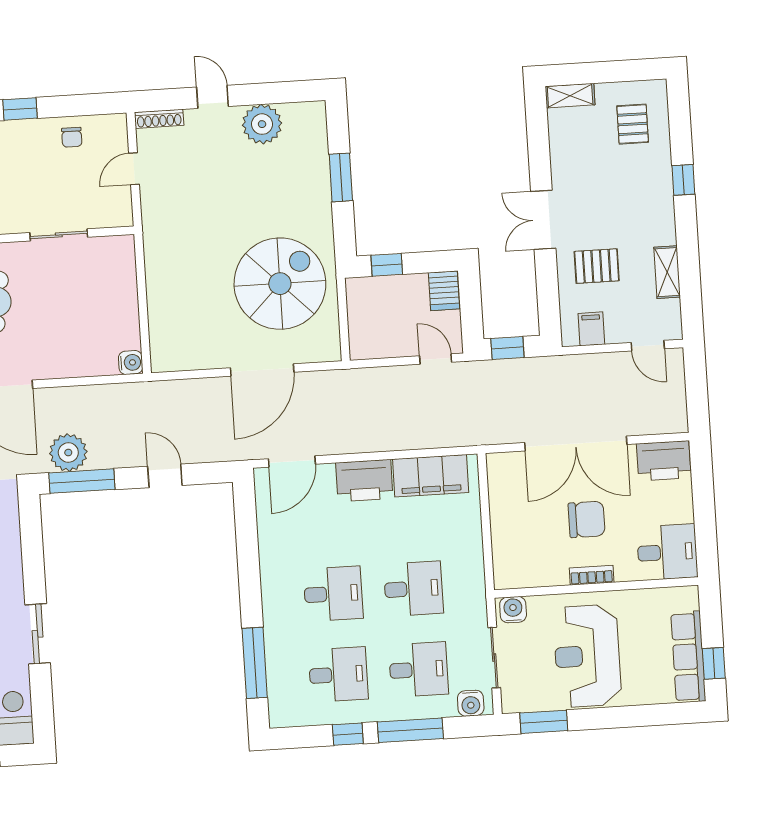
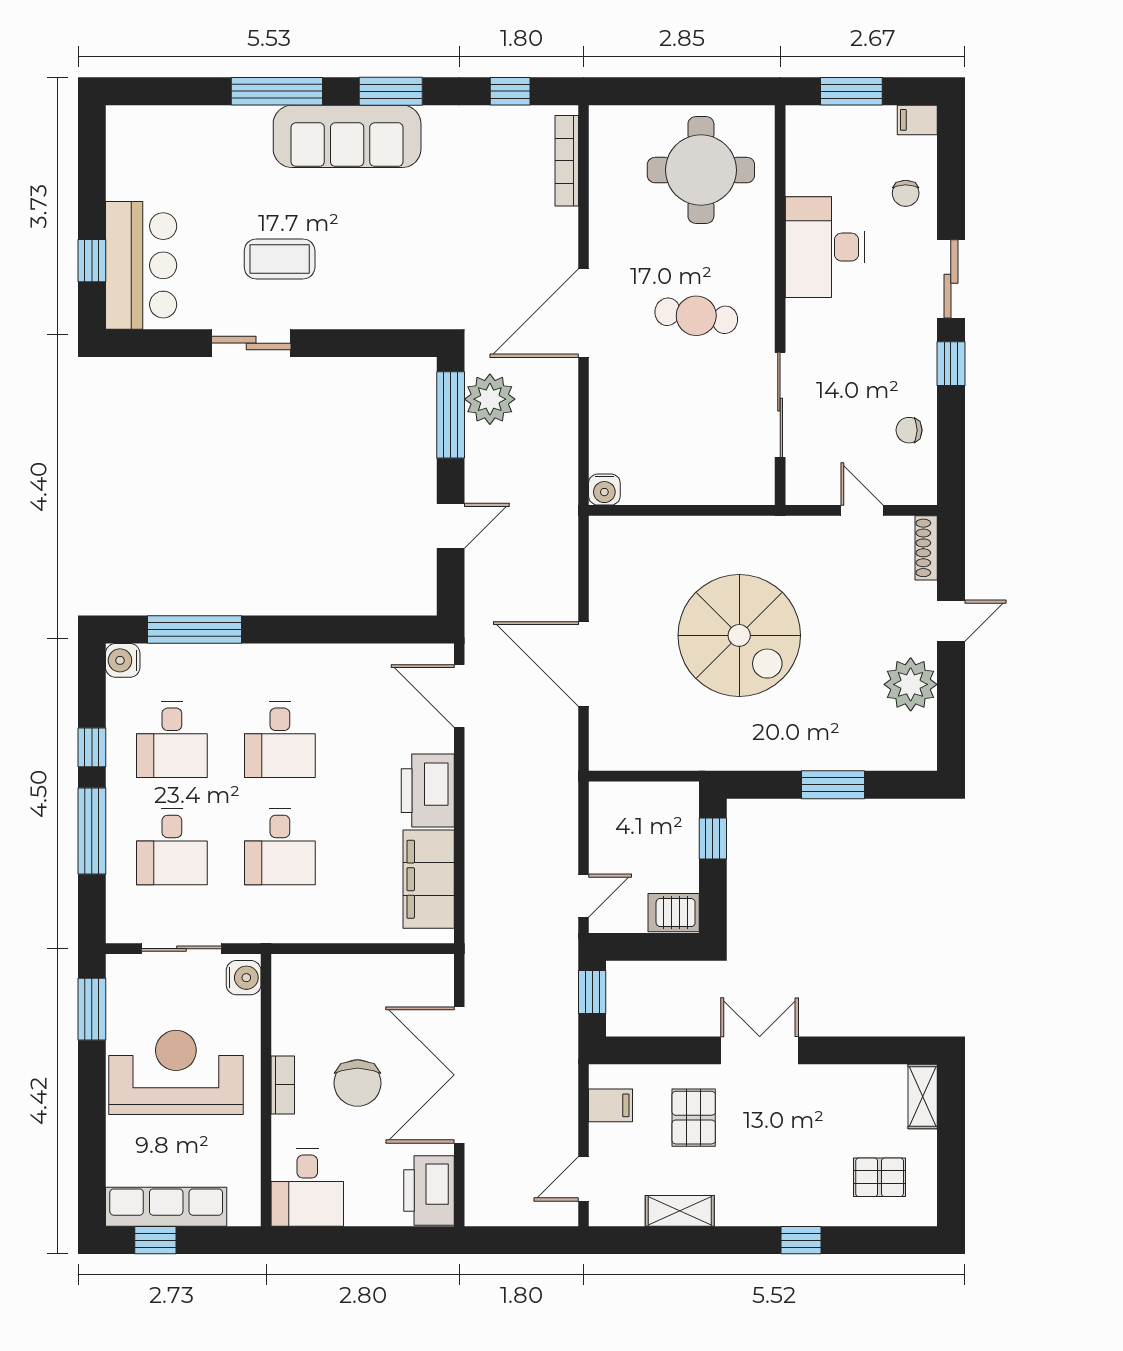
sliding door: (59, 235) -> (780, 405), width x1.37
spiral stairs: (280, 284) -> (739, 635), moved
water cooler: (471, 703) -> (123, 660), moved

